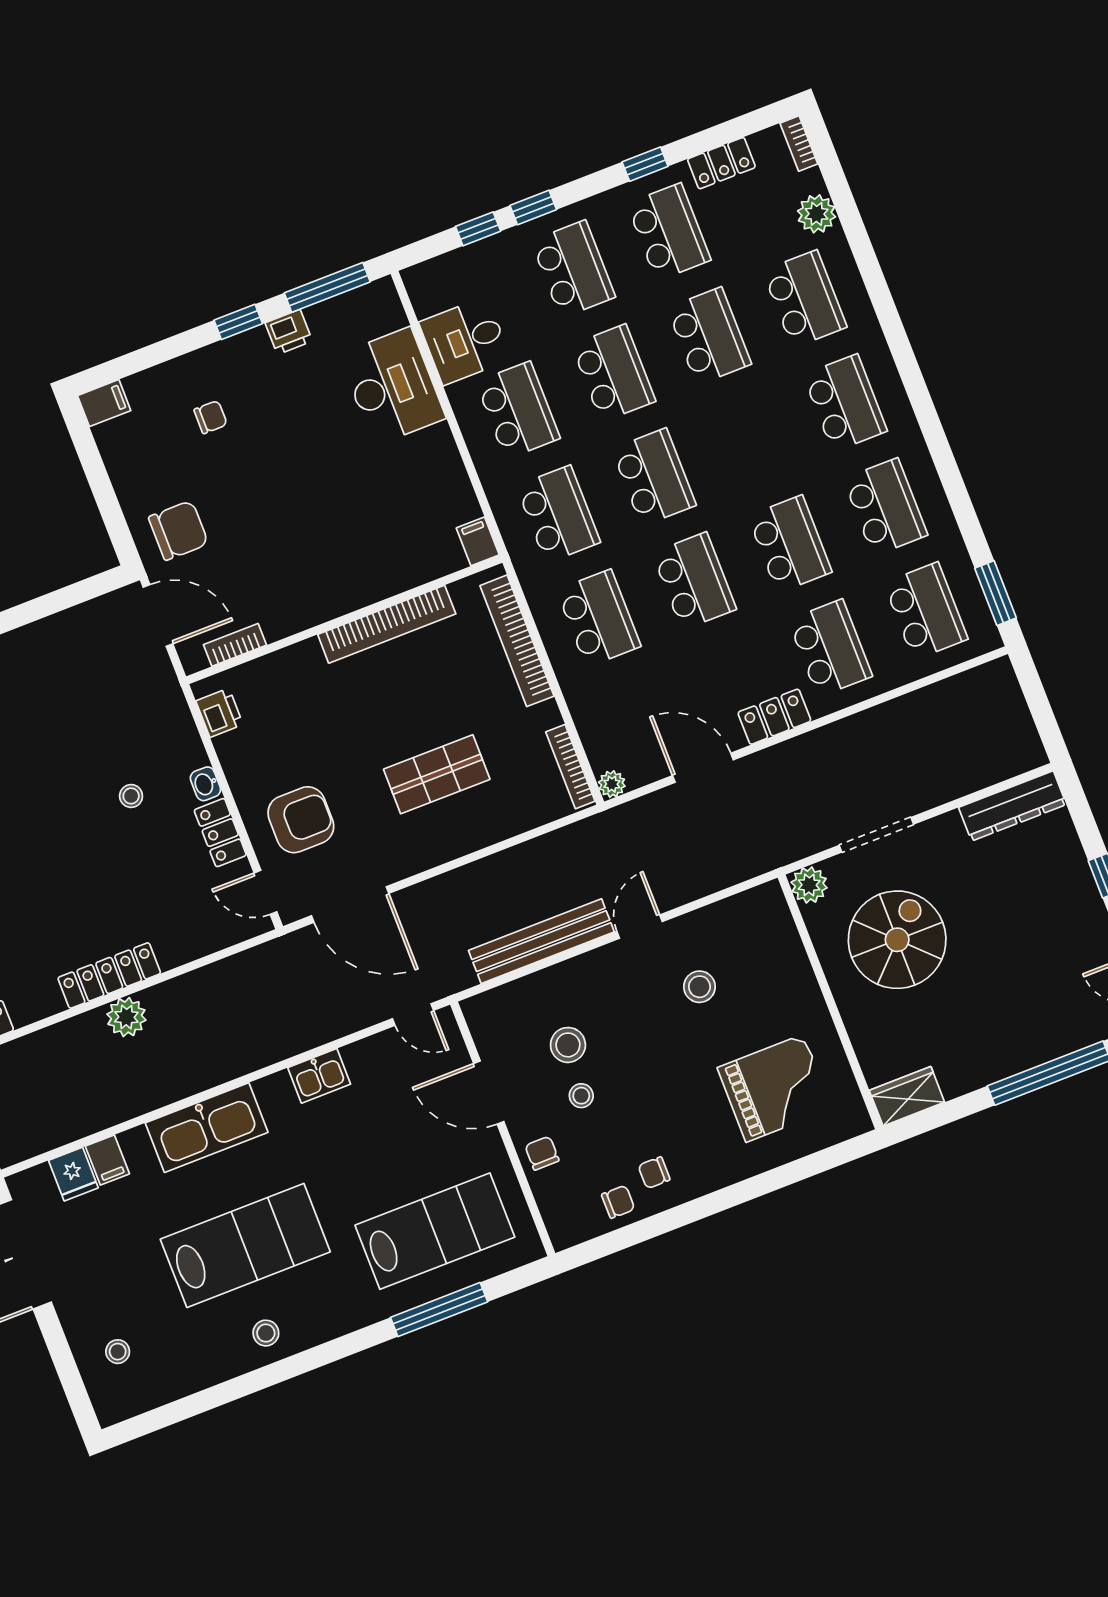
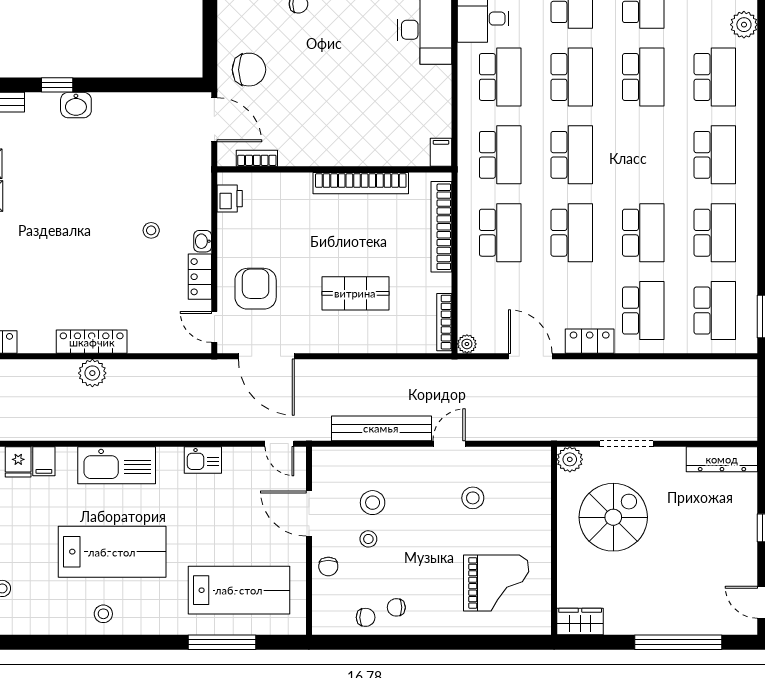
armchair: (301, 820) -> (256, 289), turned -90
chair: (542, 1153) -> (328, 566), turned 180

